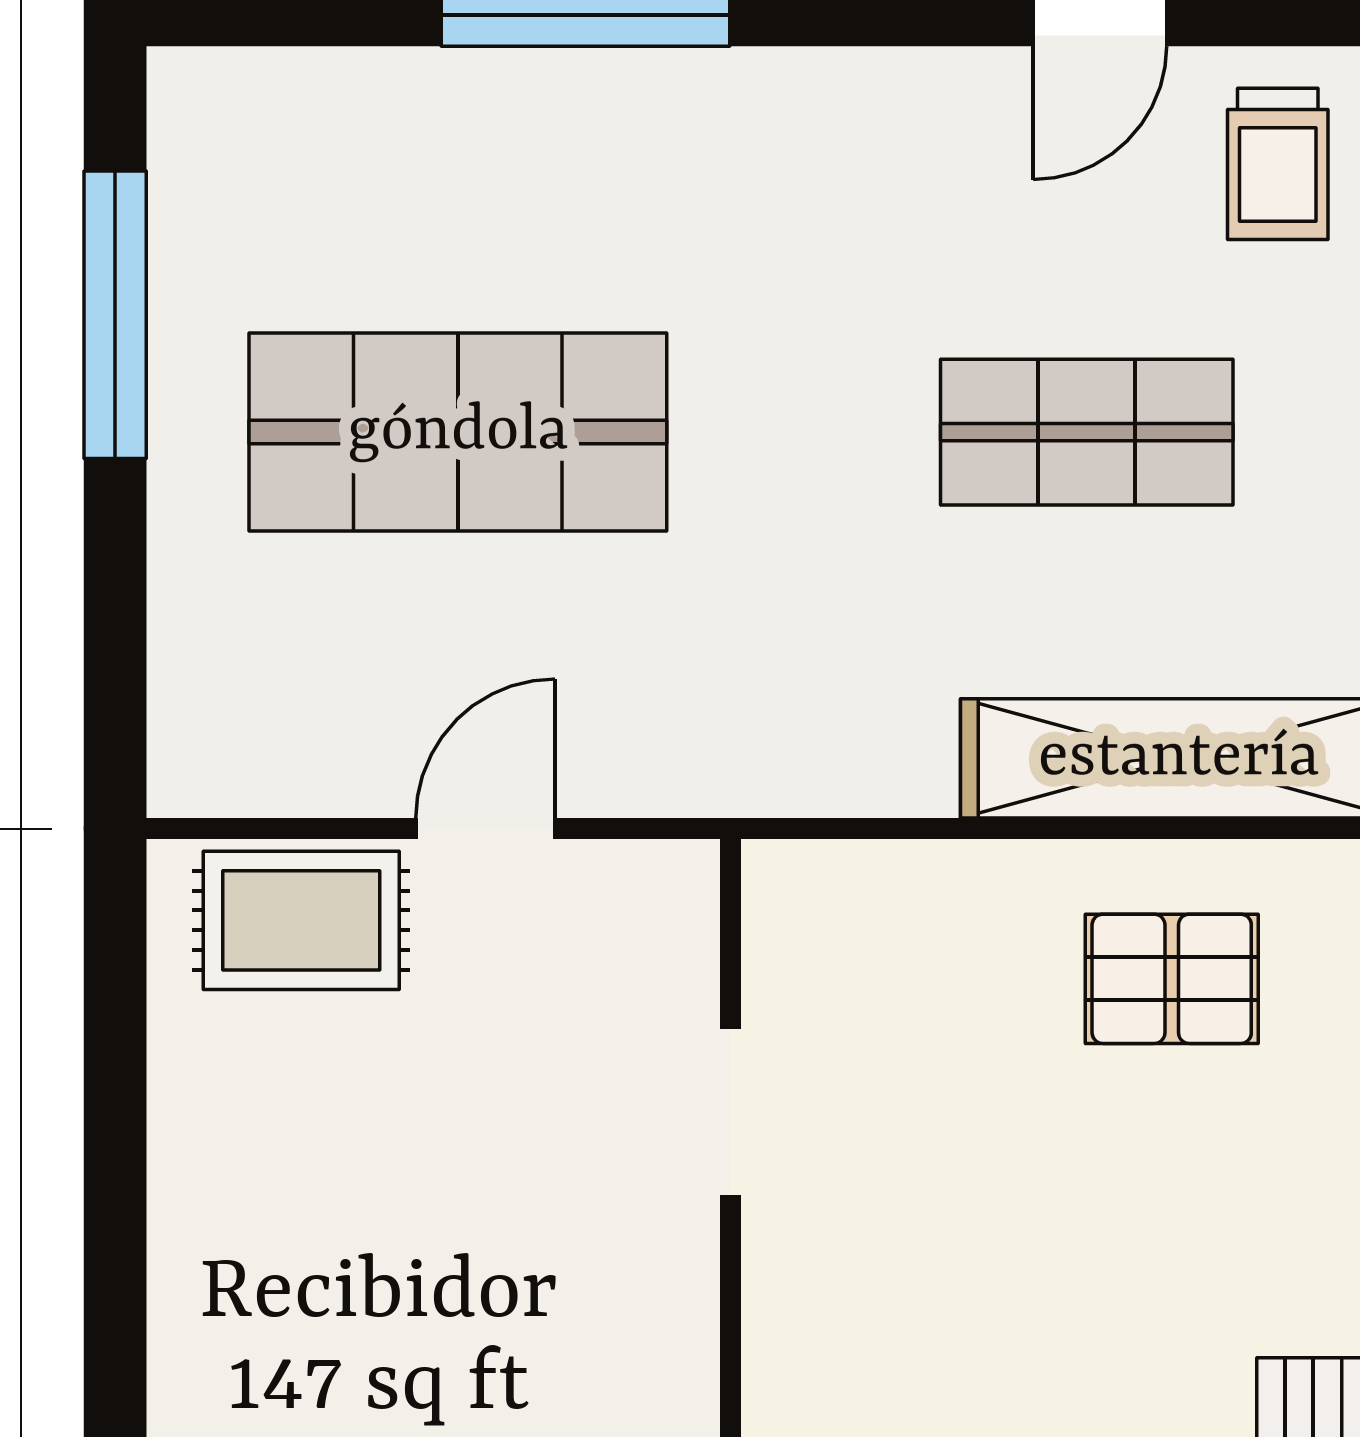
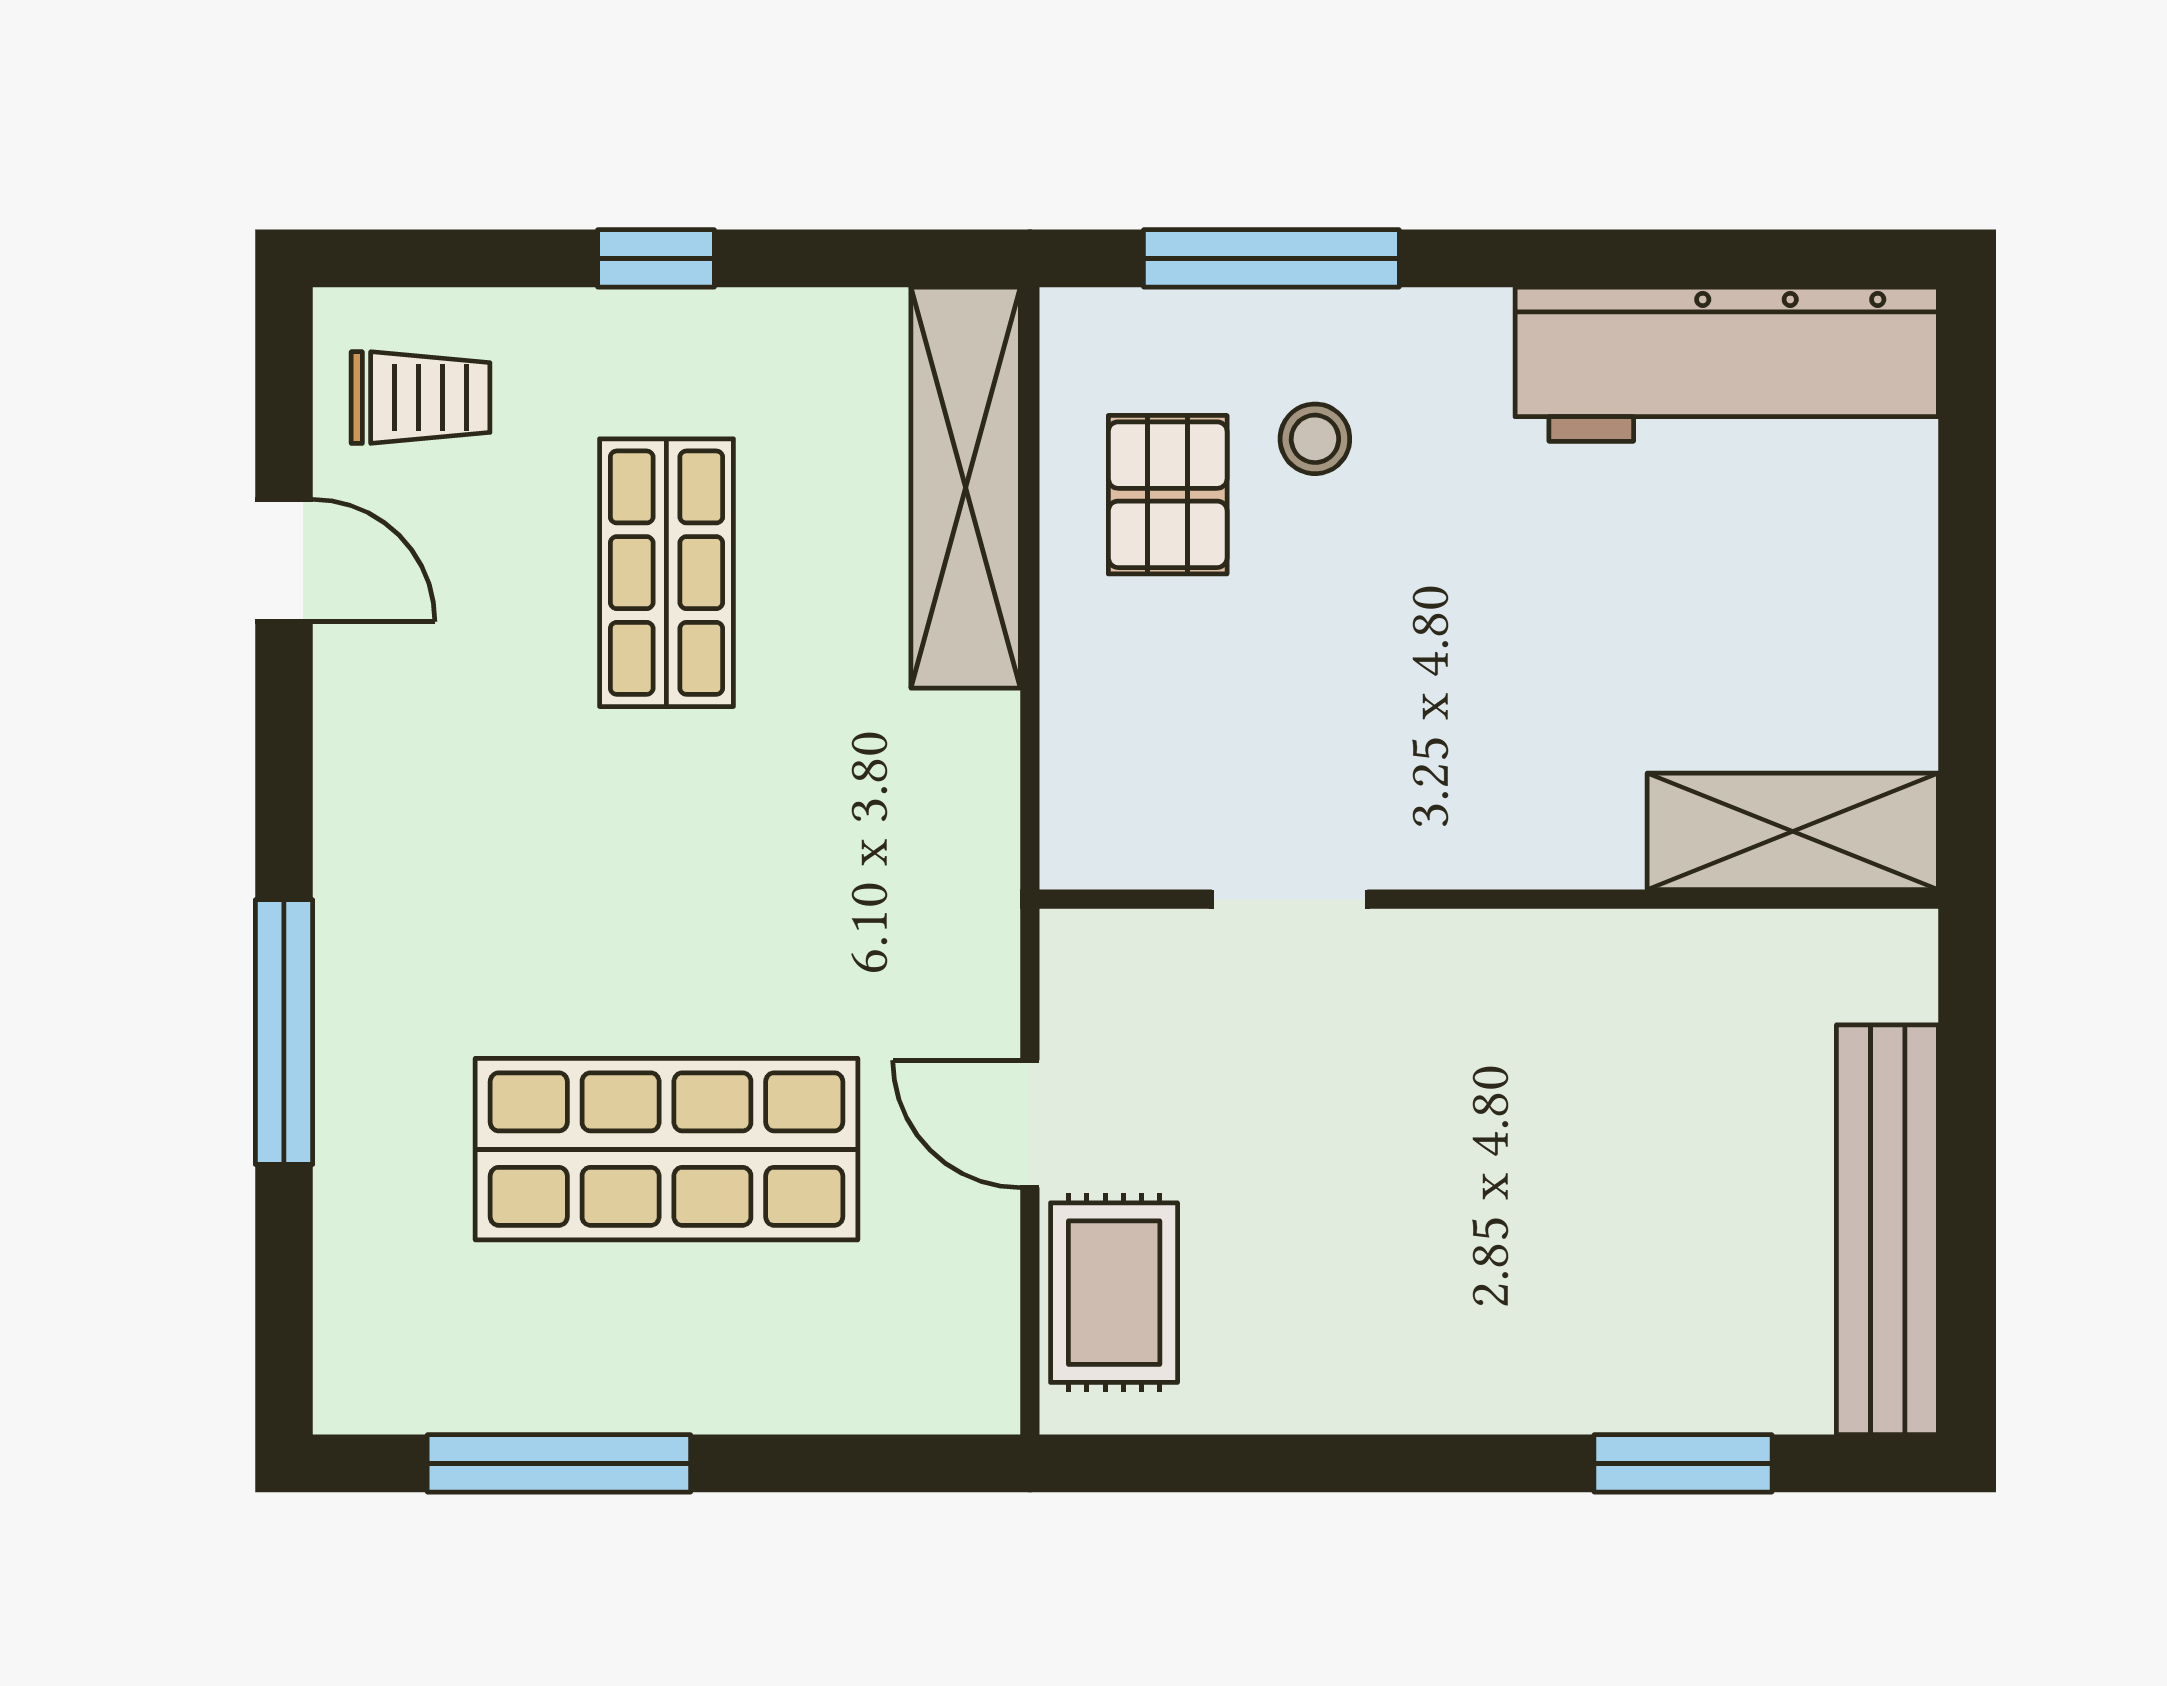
shop shelf: (458, 432) -> (666, 1149), turned 90
stool: (1233, 1139) -> (1315, 439), added

